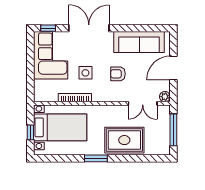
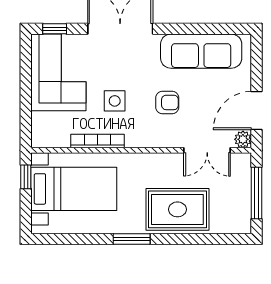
door: (173, 68) -> (257, 111), moved
armchair: (118, 74) -> (167, 102), turned 180
window: (30, 132) -> (26, 177), moved

